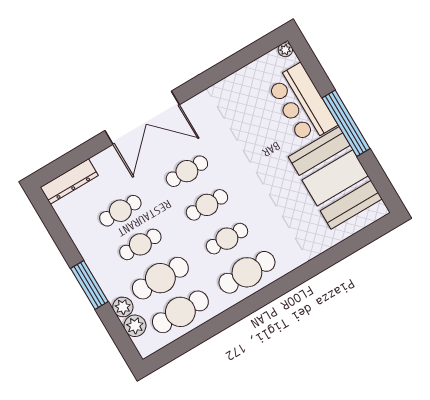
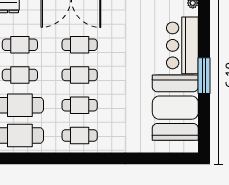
window: (346, 123) -> (204, 76), width x0.68
cafe table: (247, 272) -> (80, 135), width x0.73, depth x0.74

